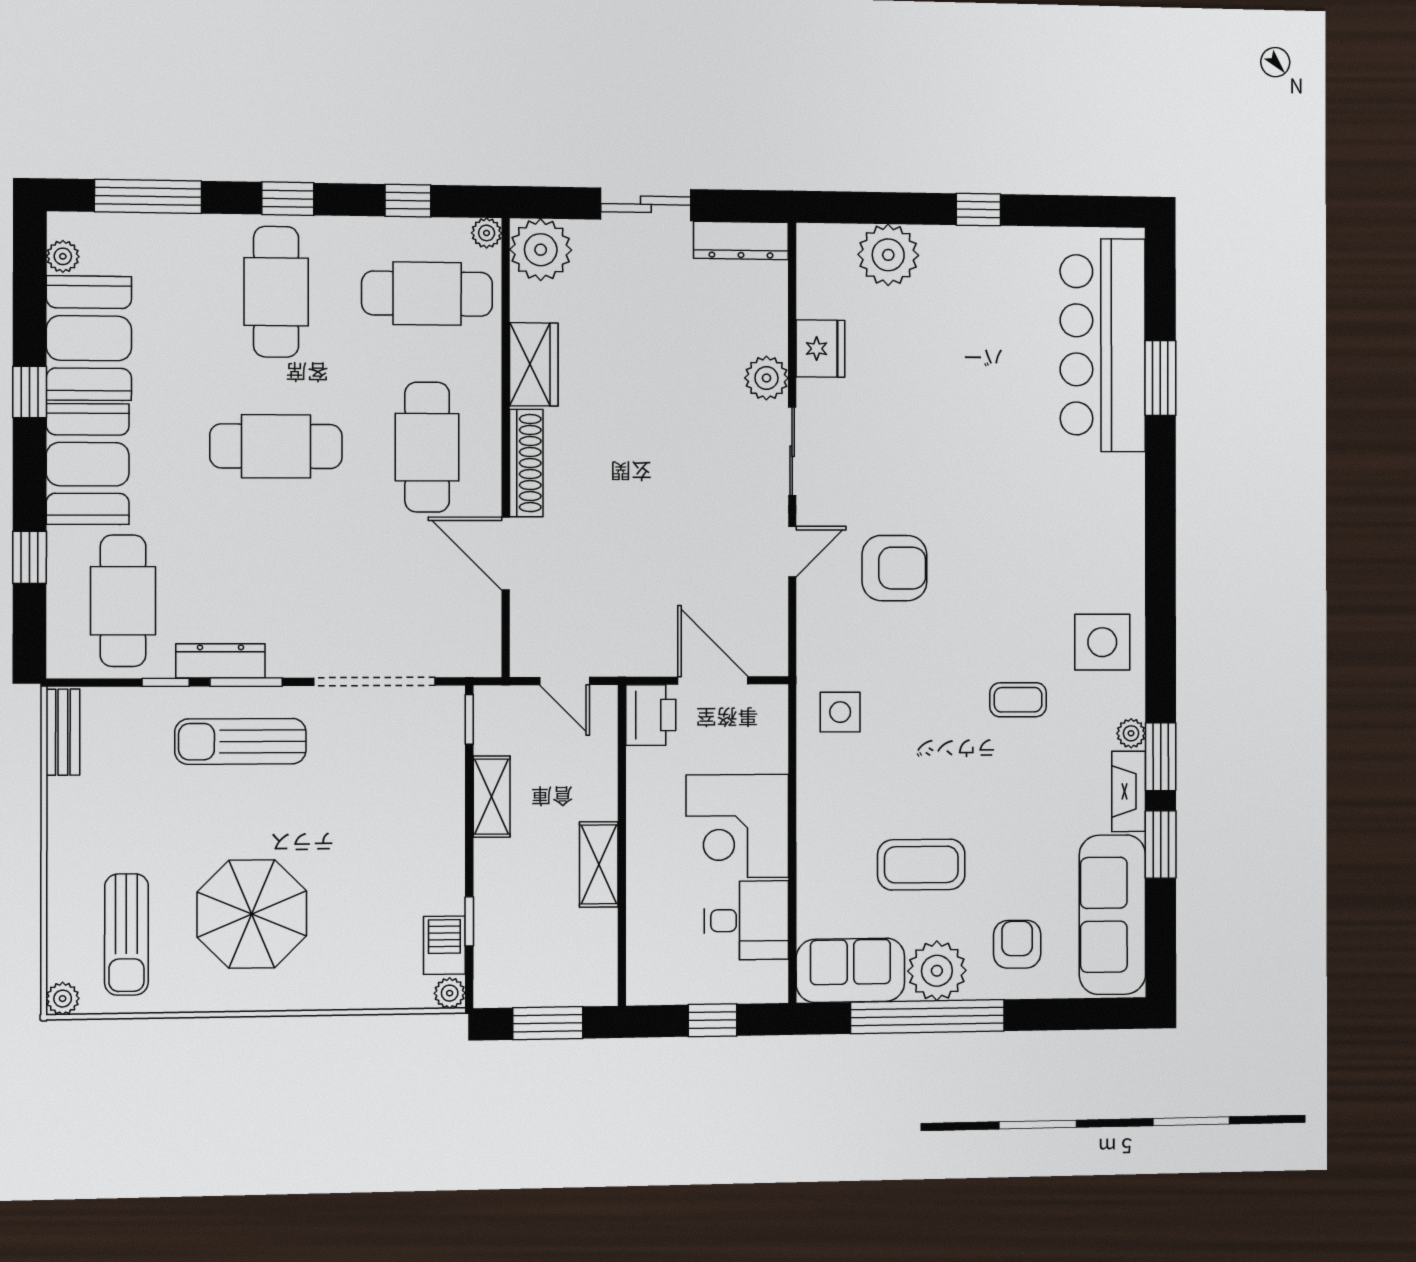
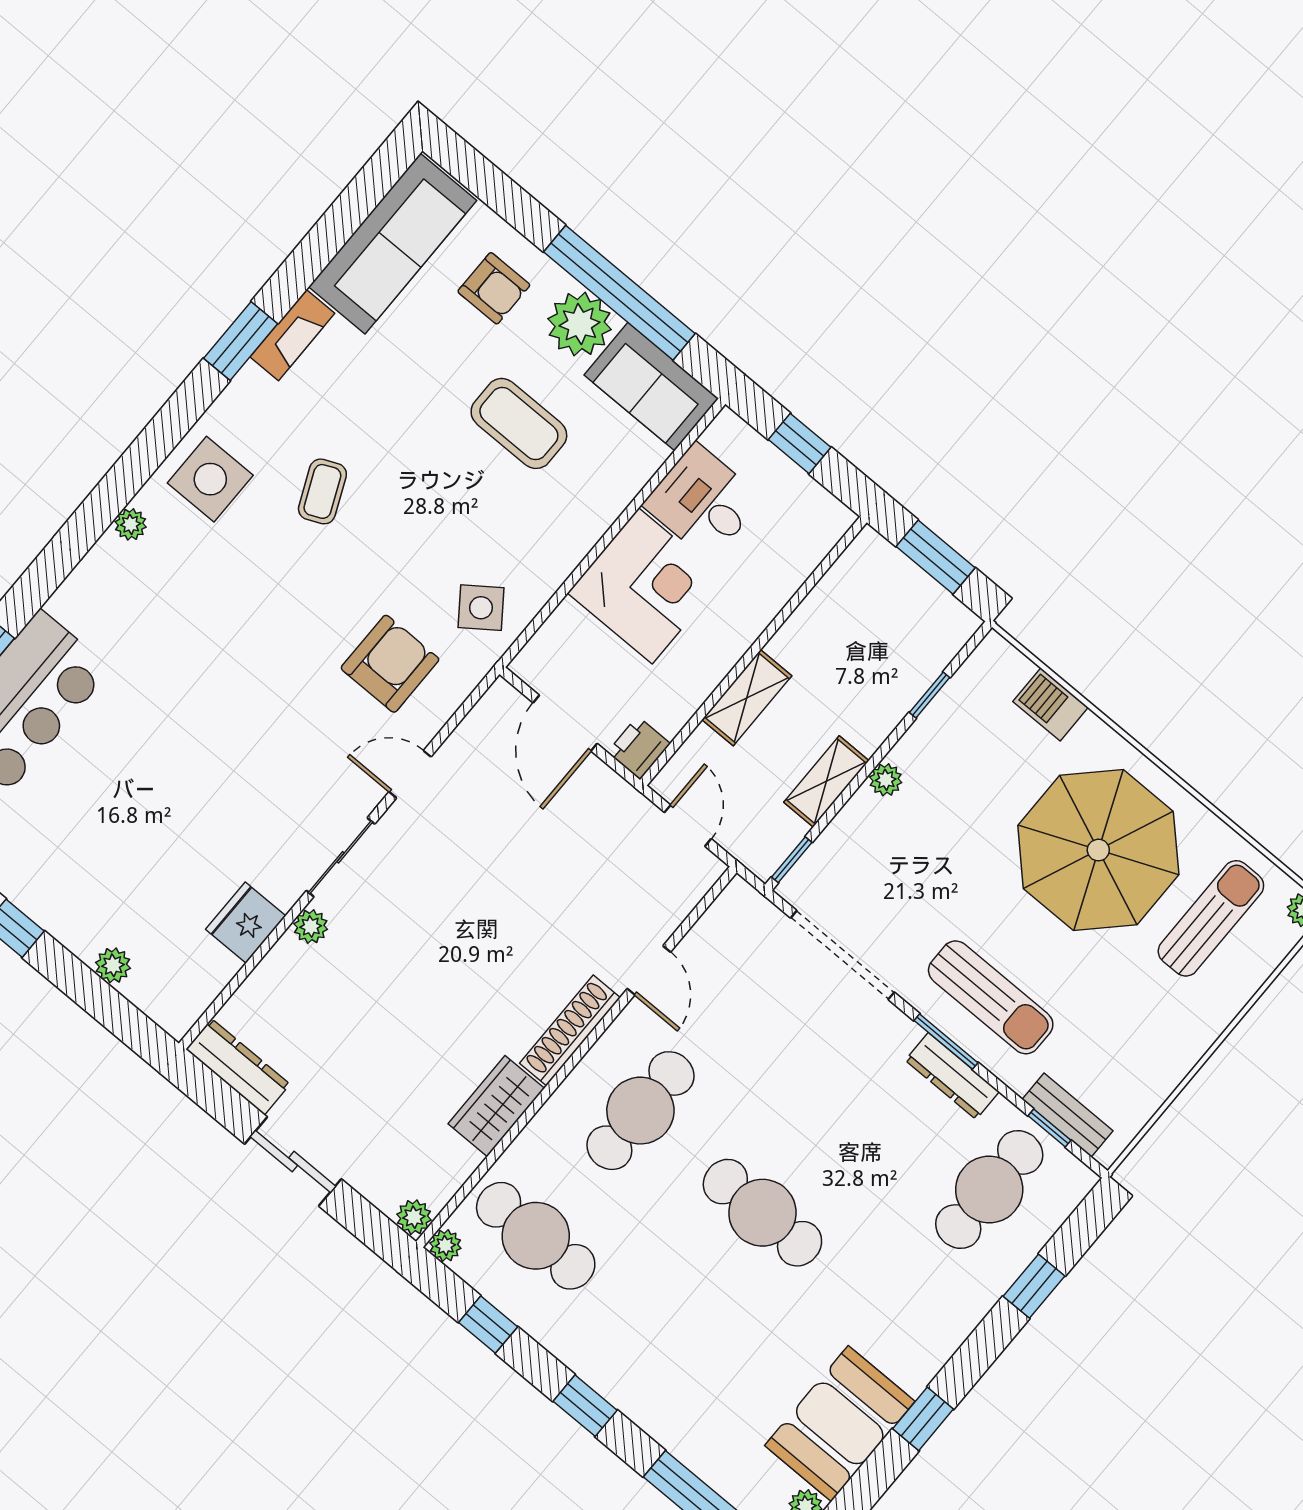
plant: (541, 250) -> (414, 1217), width x0.53, depth x0.53
plant: (888, 255) -> (113, 965), width x0.53, depth x0.53
cafe table: (276, 292) -> (658, 1338), removed
plant: (766, 378) -> (311, 926), width x0.73, depth x0.73
booth: (88, 464) -> (925, 1323), removed
door: (506, 554) -> (649, 970), width x0.73
armchair: (894, 568) -> (390, 664), moved, turned 90
window: (166, 682) -> (1049, 1128), moved
coffee table: (1018, 700) -> (322, 491), turned 66
side table: (840, 712) -> (481, 608), turned -36
printer: (651, 715) -> (639, 748), width x0.73, depth x0.81
bench: (63, 732) -> (1067, 1115), moved, turned 90
plant: (1131, 733) -> (131, 524), moved
window: (1161, 845) -> (302, 267), removed
shelving: (599, 864) -> (747, 698), moved
parasol: (252, 914) -> (1098, 850), width x1.36, depth x1.36
armchair: (1017, 944) -> (494, 288), turned -90
barbecue: (444, 945) -> (1051, 704), moved, turned 90
plant: (450, 993) -> (886, 780), moved

